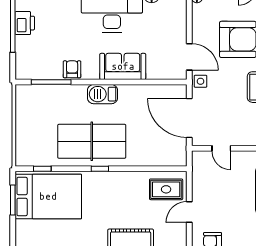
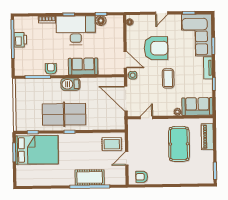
door: (221, 148) -> (147, 118), swing flipped

